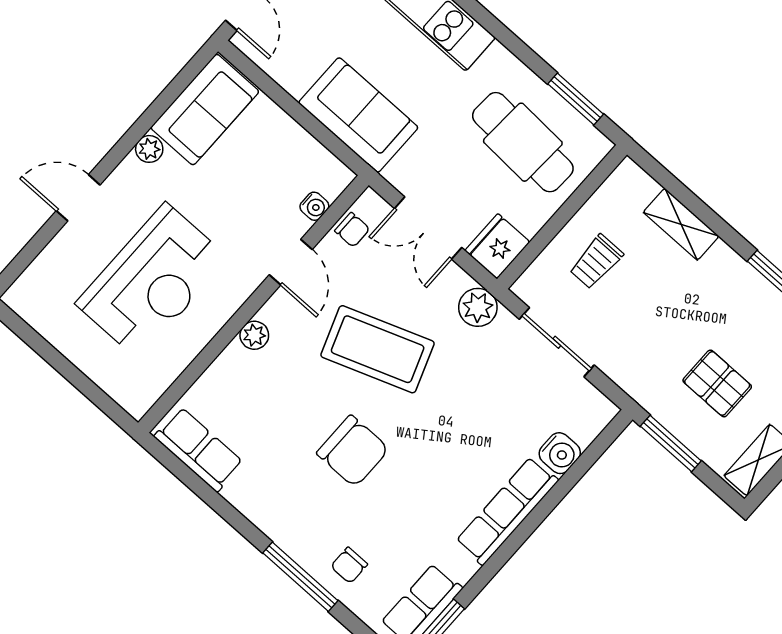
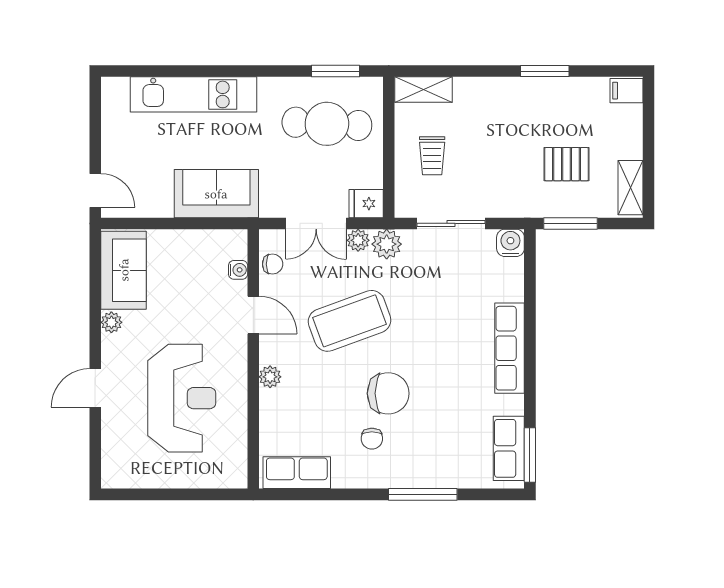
shelving: (681, 224) -> (423, 90), moved
fridge: (497, 246) -> (366, 204), width x0.72
plant: (454, 280) -> (358, 240), added
water cooler: (560, 453) -> (510, 243), moved, turned -90
chair: (349, 565) -> (372, 439), moved

